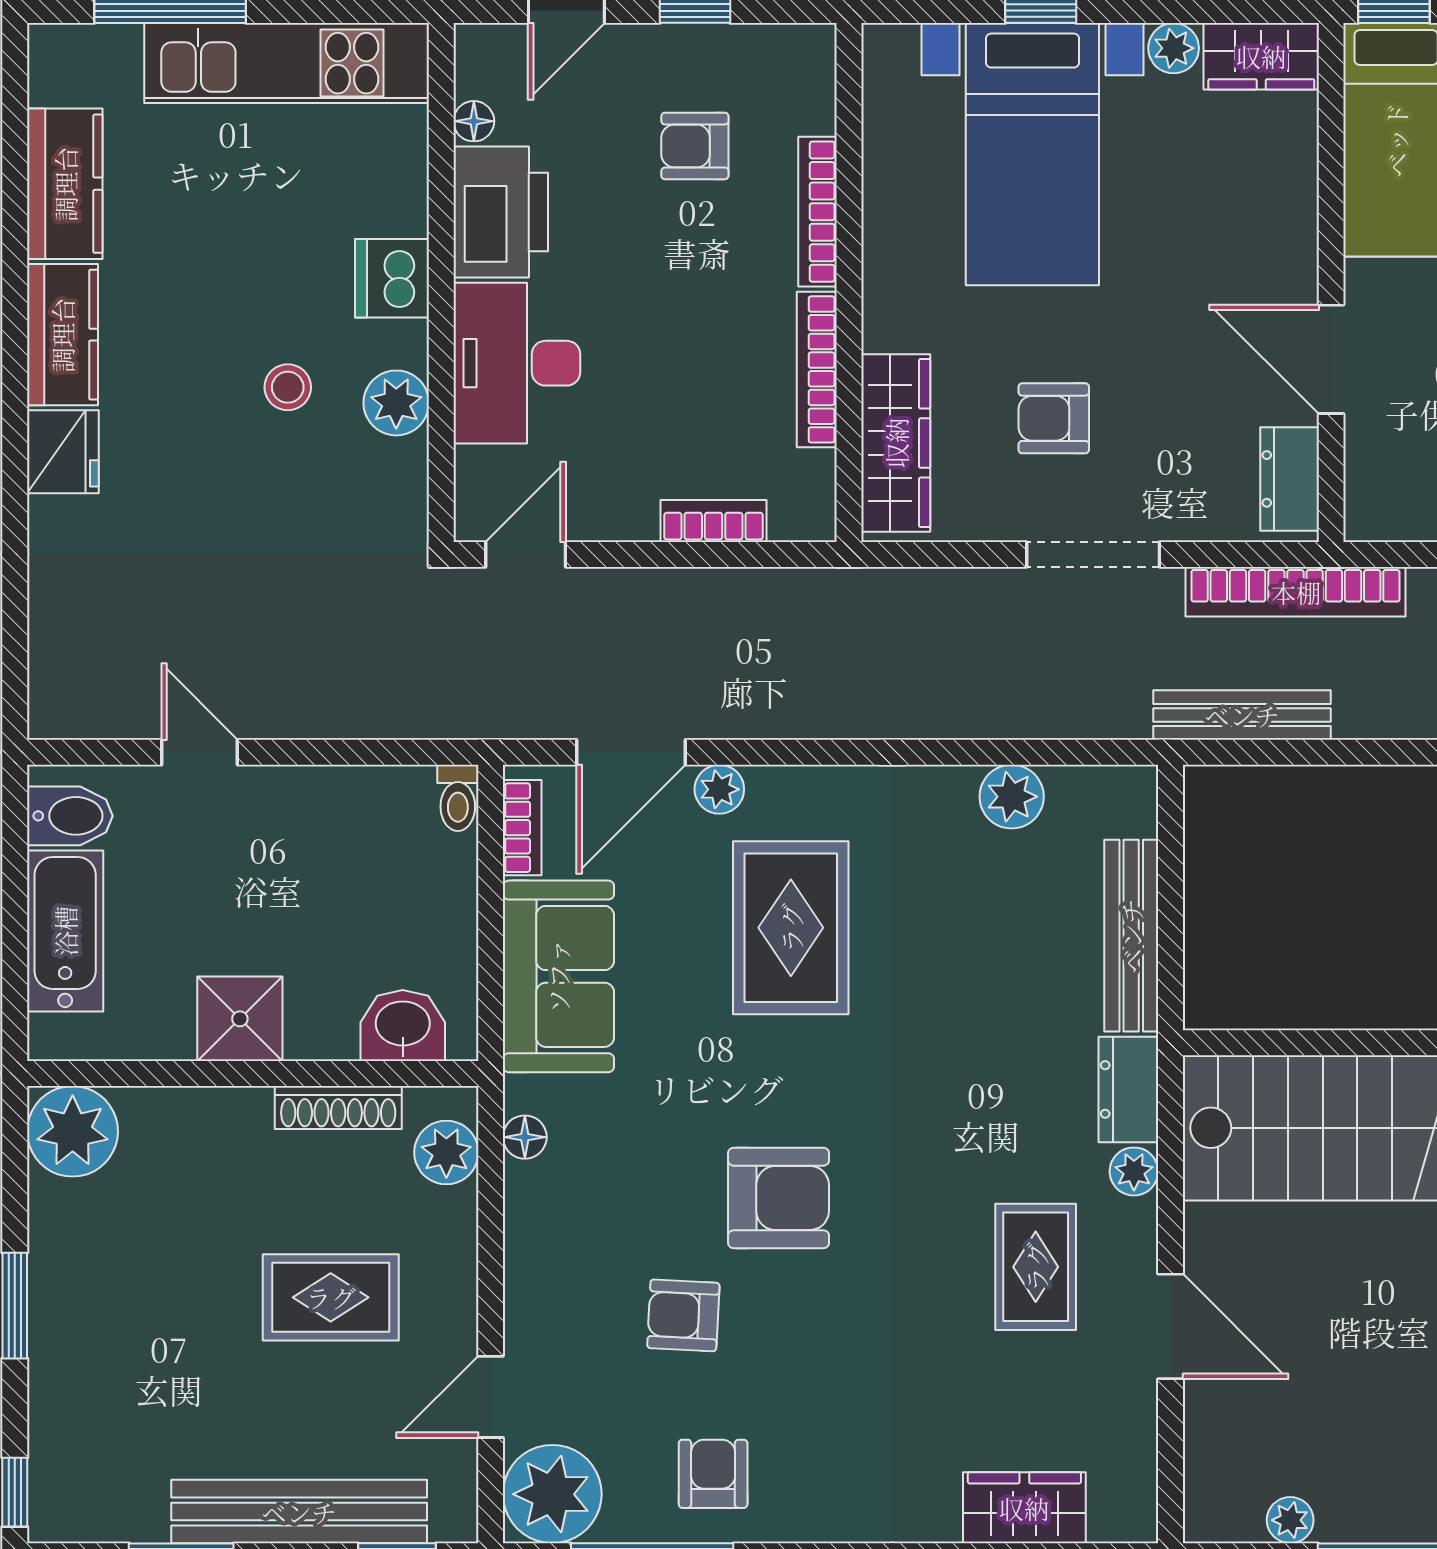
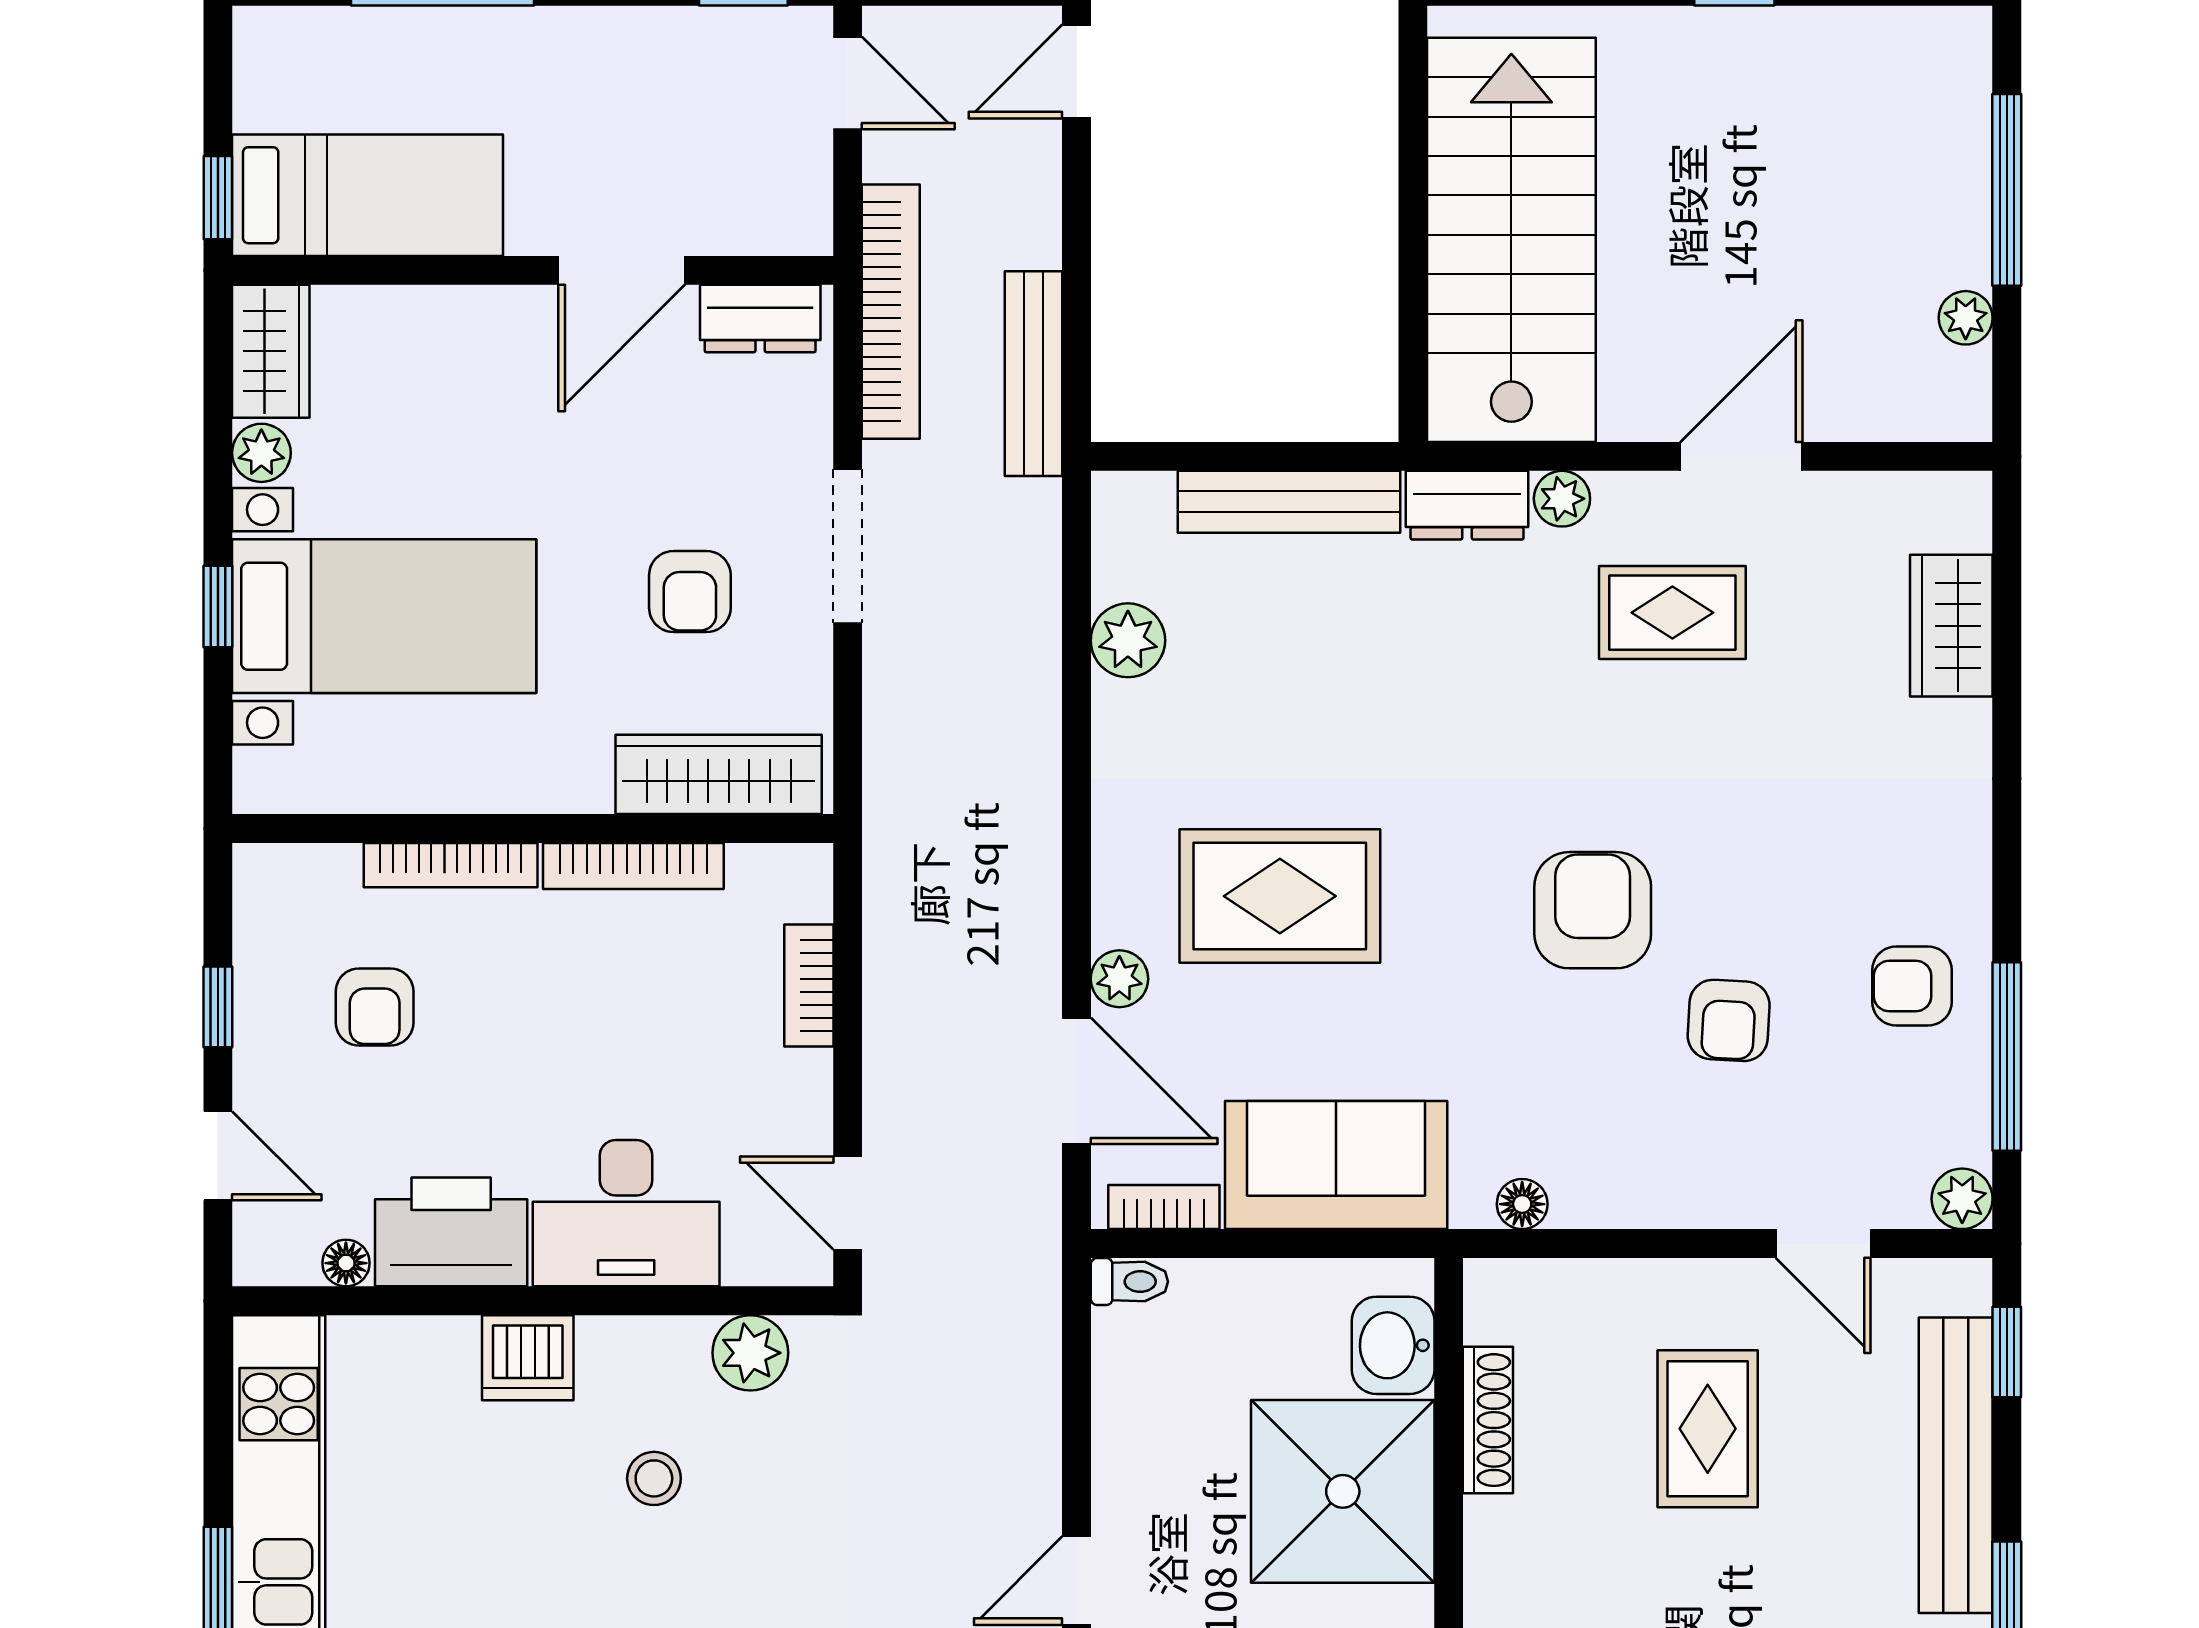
plant: (396, 403) -> (750, 1353), moved
shower: (240, 1019) -> (1343, 1491), width x1.86, depth x1.86
plant: (446, 1152) -> (1540, 1295), removed
plant: (552, 1494) -> (1962, 1199), width x0.53, depth x0.53

